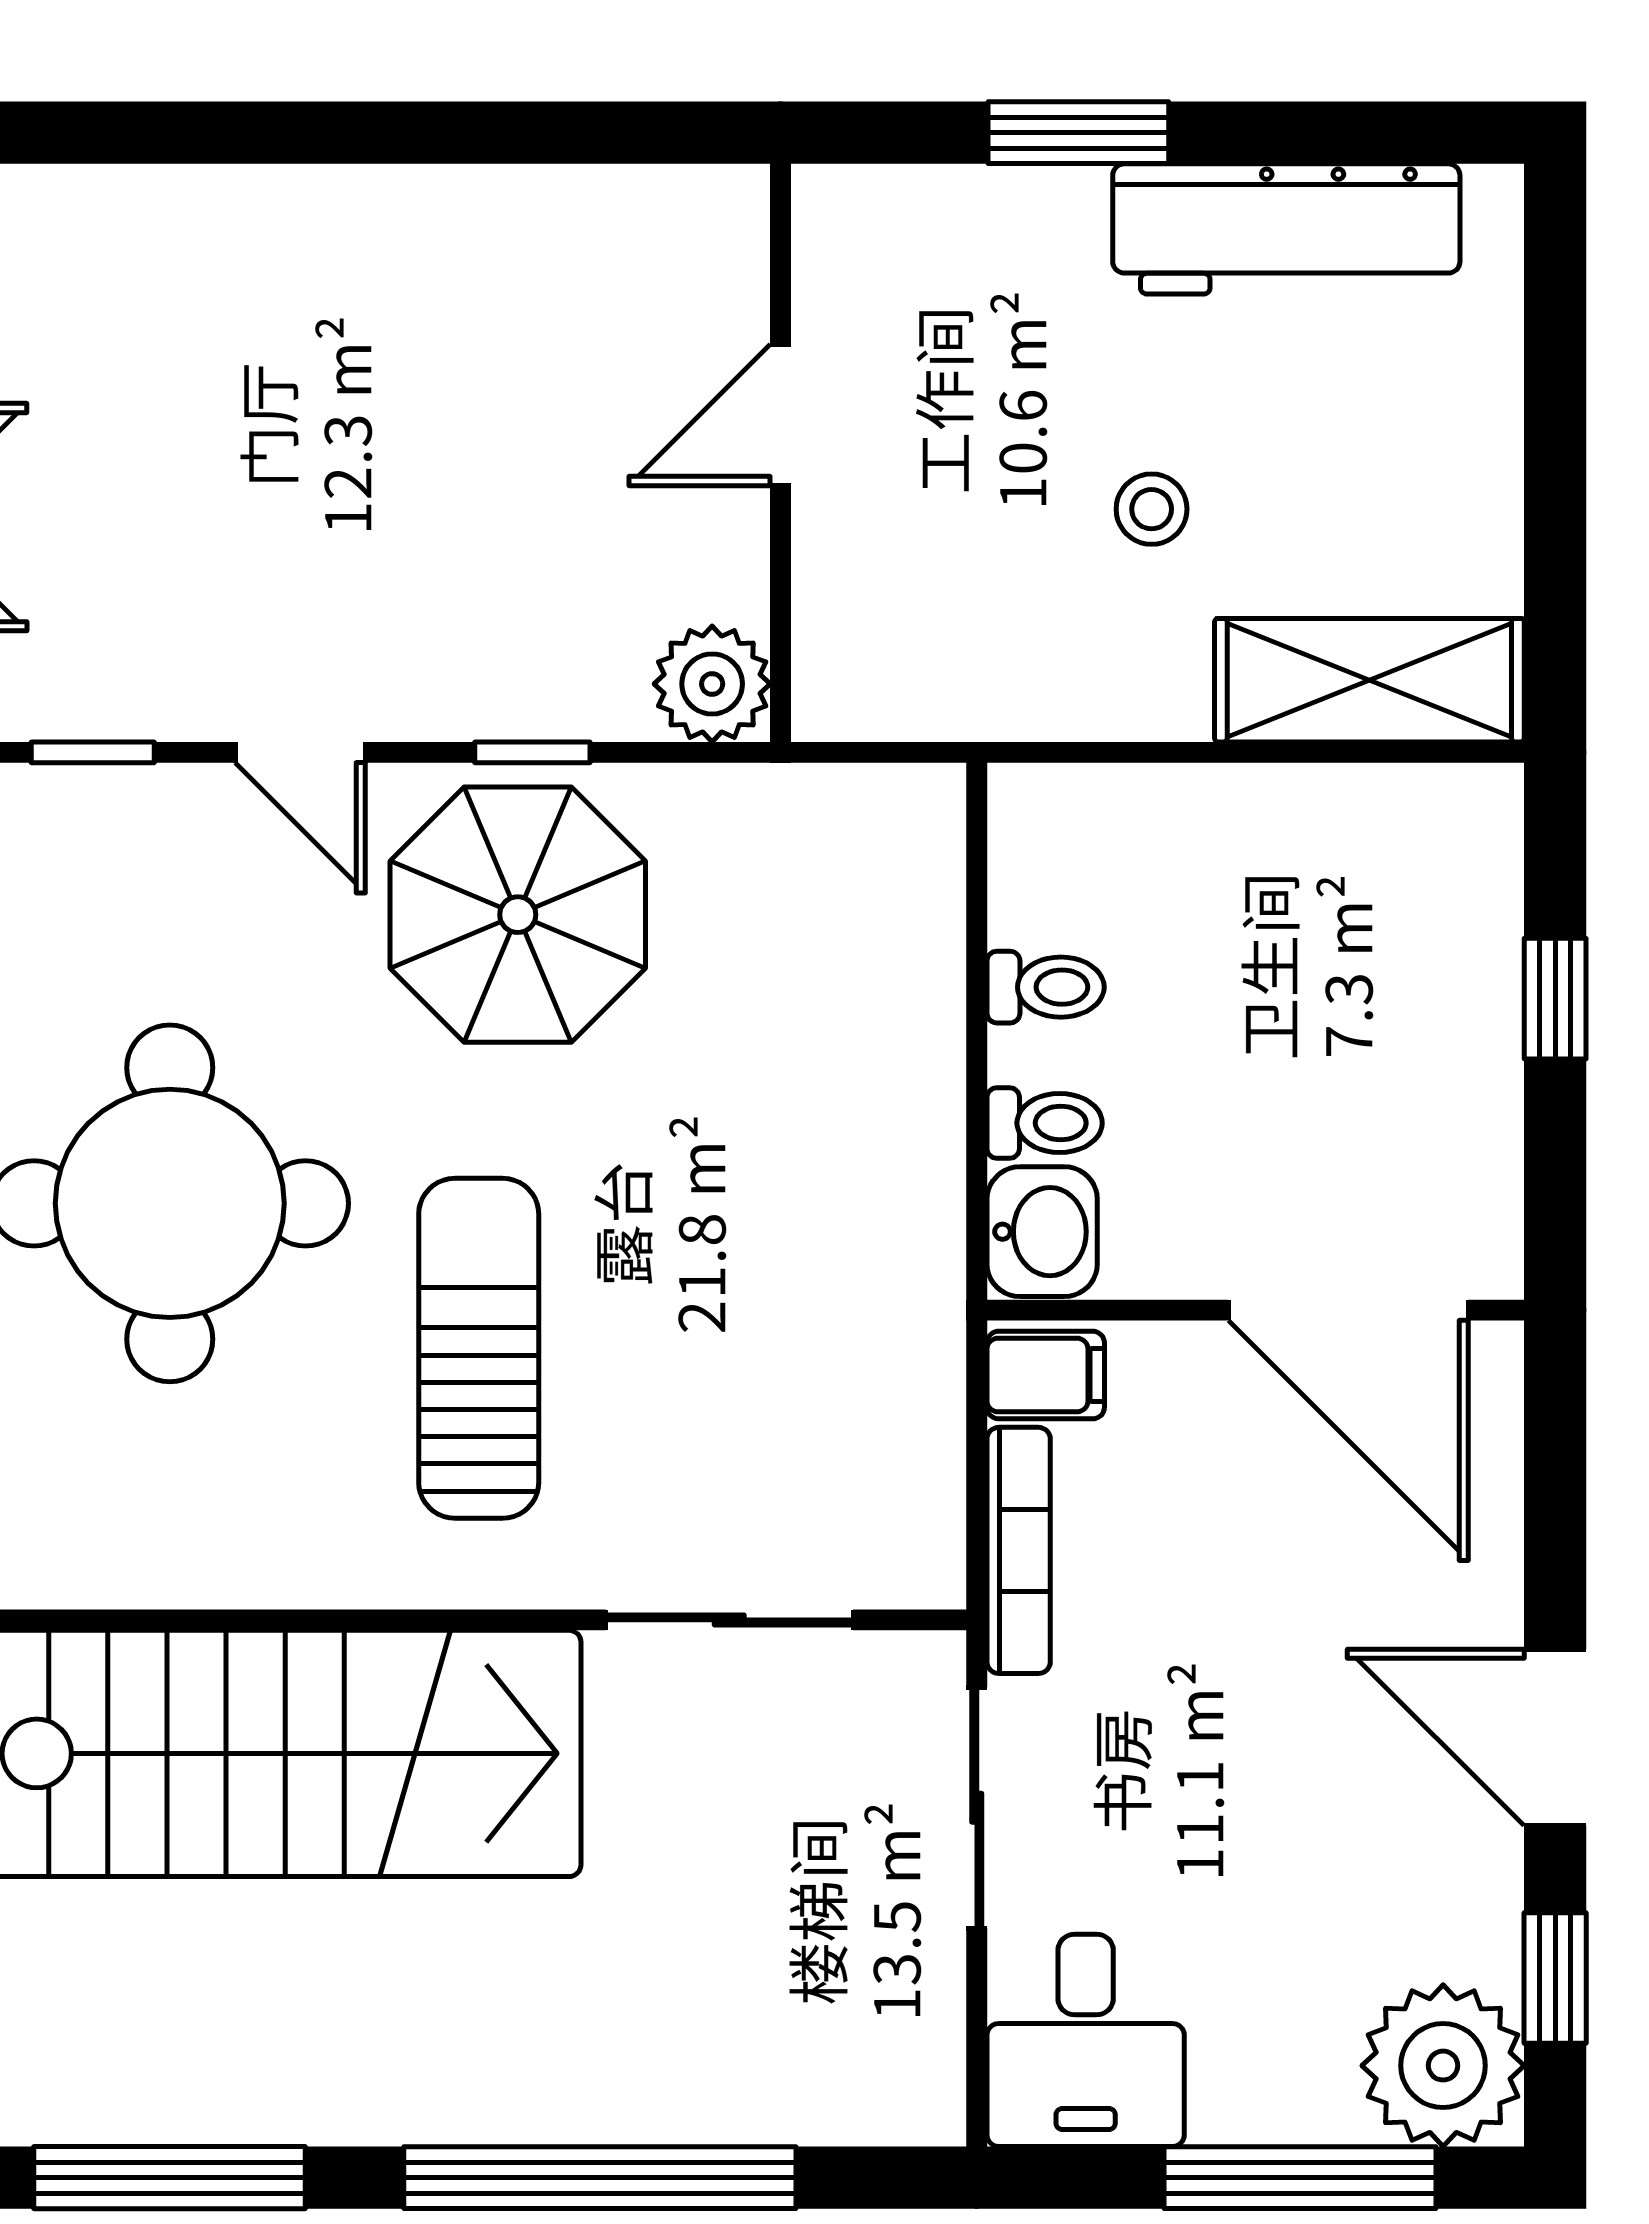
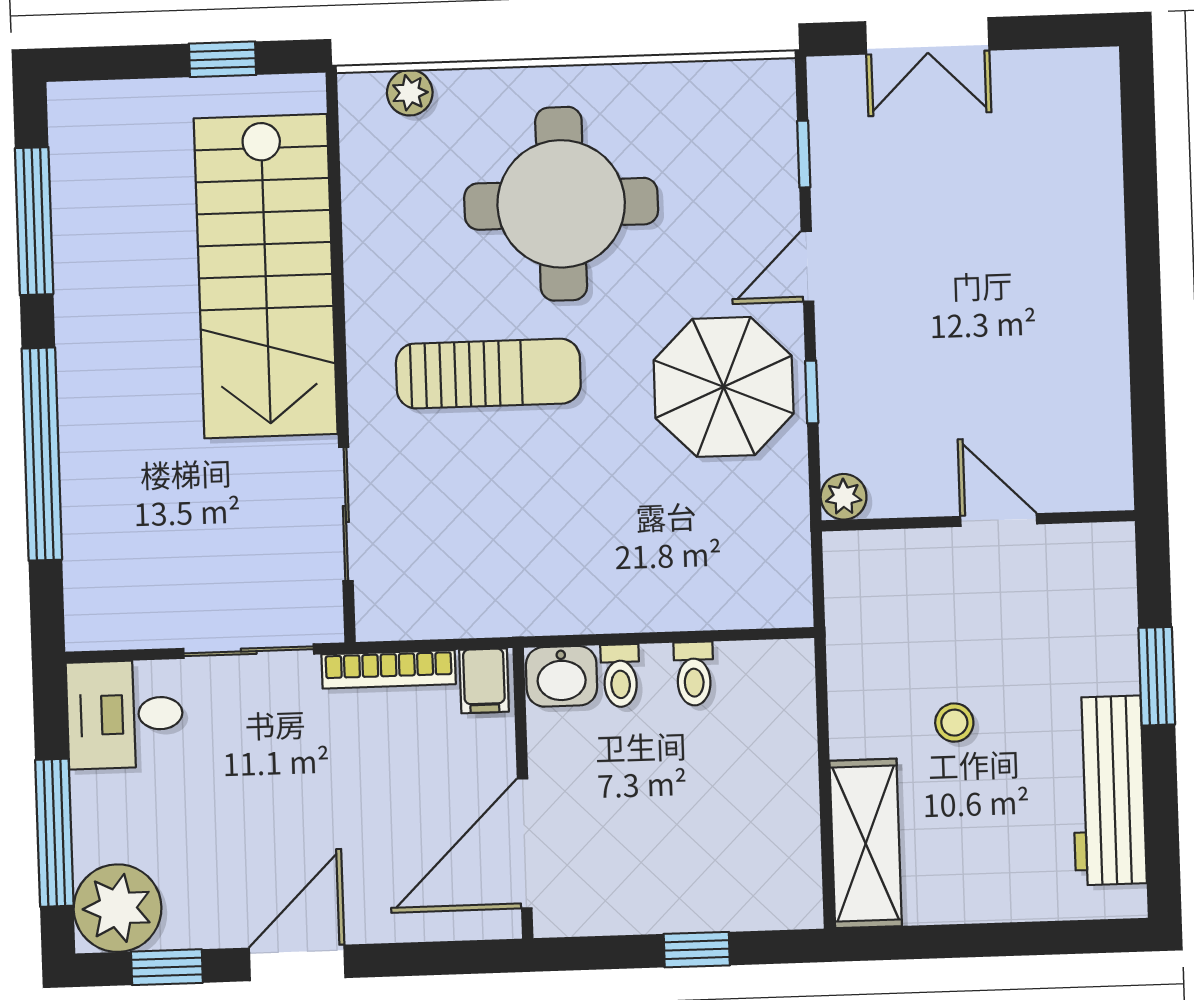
plant: (712, 684) -> (844, 497), width x0.73, depth x0.73

